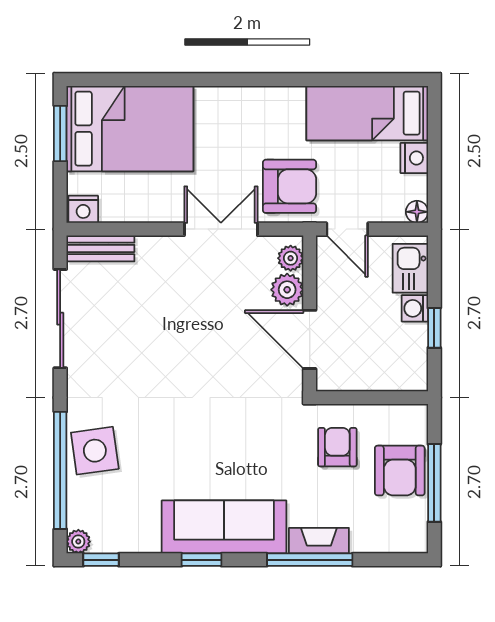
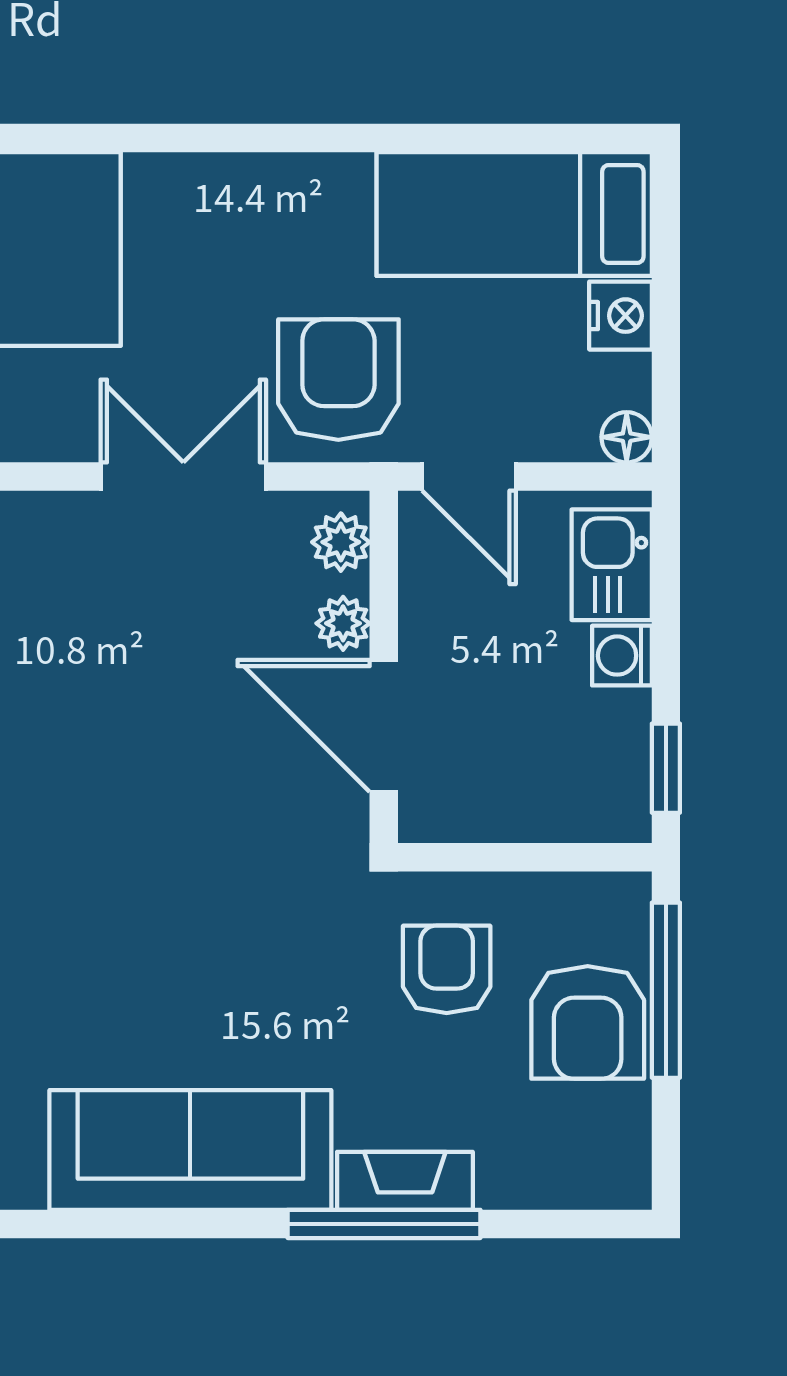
armchair: (290, 186) -> (338, 380), turned -90
plant: (287, 290) -> (343, 623), width x0.73, depth x0.73
window: (434, 328) -> (666, 768), moved
window: (434, 483) -> (666, 990), moved
window: (201, 560) -> (139, 1224), removed

